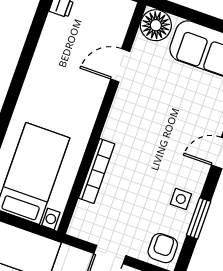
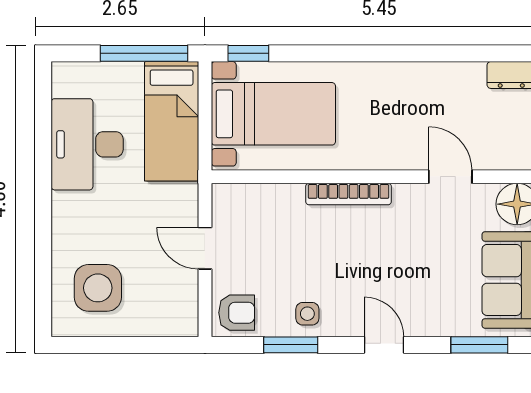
bookcase: (97, 171) -> (349, 194), moved

